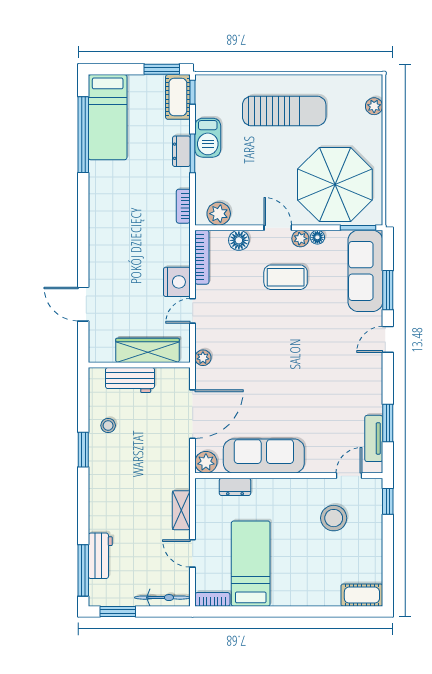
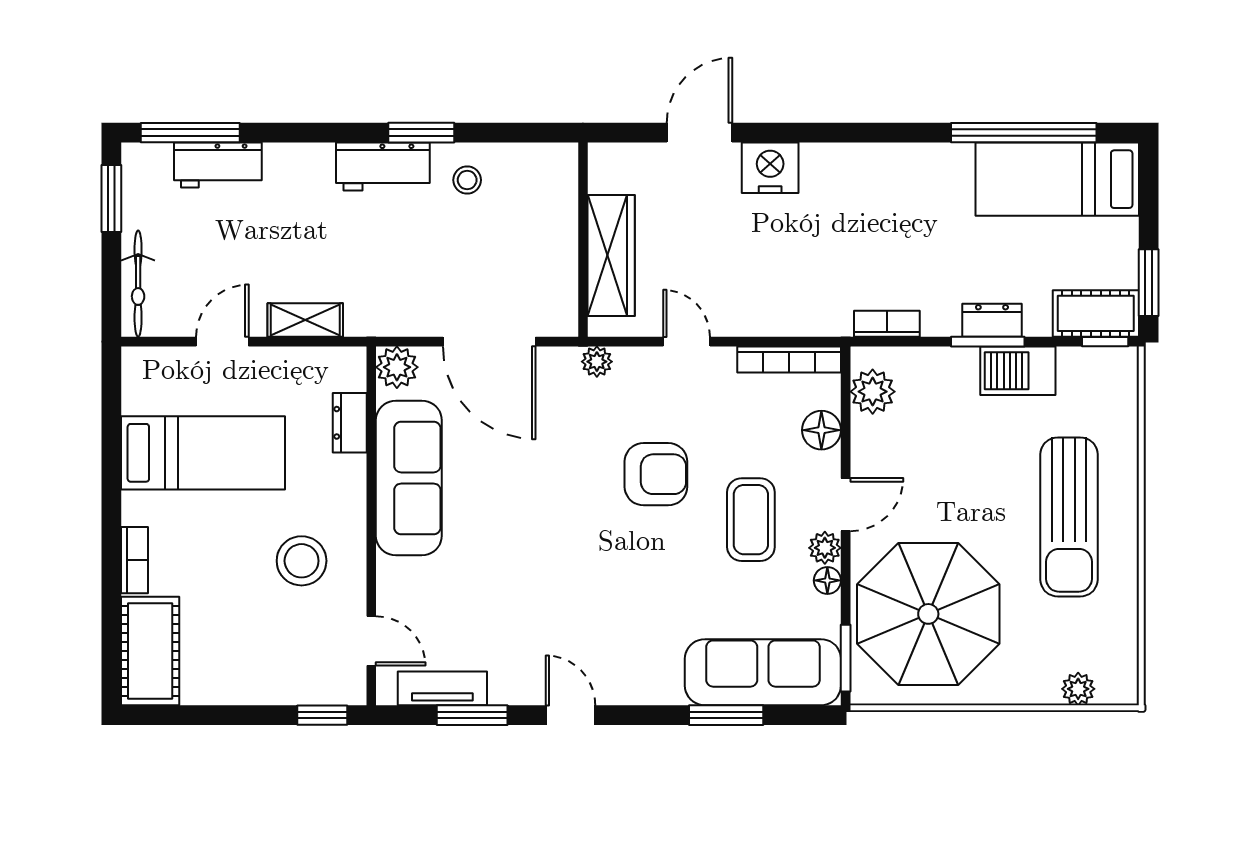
nightstand: (177, 282) -> (770, 168), moved, turned 180
armchair: (262, 327) -> (656, 474), added
door: (388, 339) -> (571, 715), moved
workbench: (130, 380) -> (383, 167), moved, turned -90
stool: (334, 518) -> (302, 561), moved
cot: (362, 595) -> (150, 651), width x1.37, depth x1.34
bookcase: (212, 599) -> (135, 560), moved

